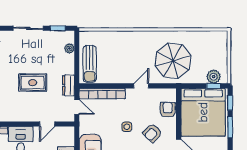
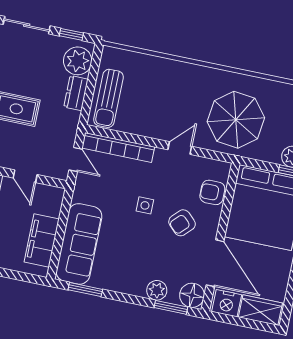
plant: (69, 48) -> (78, 61), width x1.88, depth x1.88
dresser: (68, 85) -> (76, 93), moved
armchair: (168, 110) -> (212, 192), turned -90
door: (47, 124) -> (25, 176), hinge flipped

